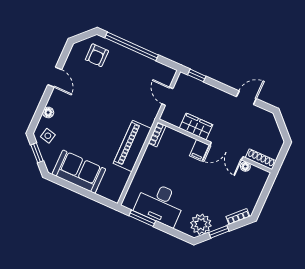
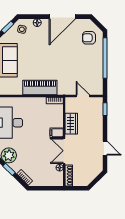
door: (55, 77) -> (62, 17), width x1.87
door: (167, 96) -> (83, 96), hinge flipped

